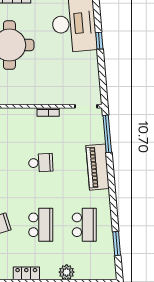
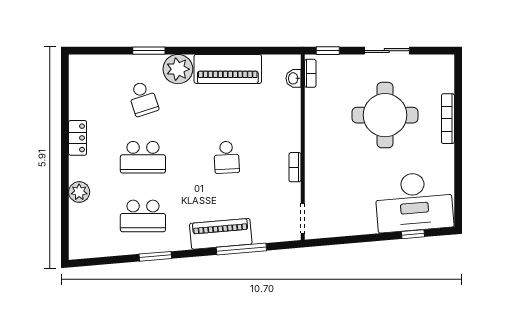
window: (99, 41) -> (413, 234), moved
window: (107, 134) -> (241, 249), moved
window: (117, 243) -> (155, 256), moved

